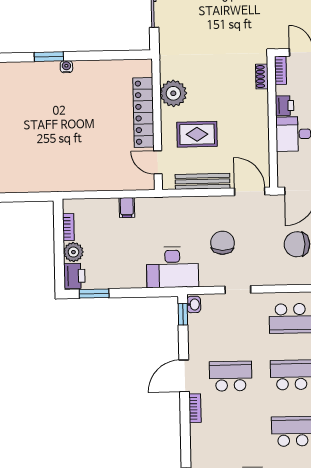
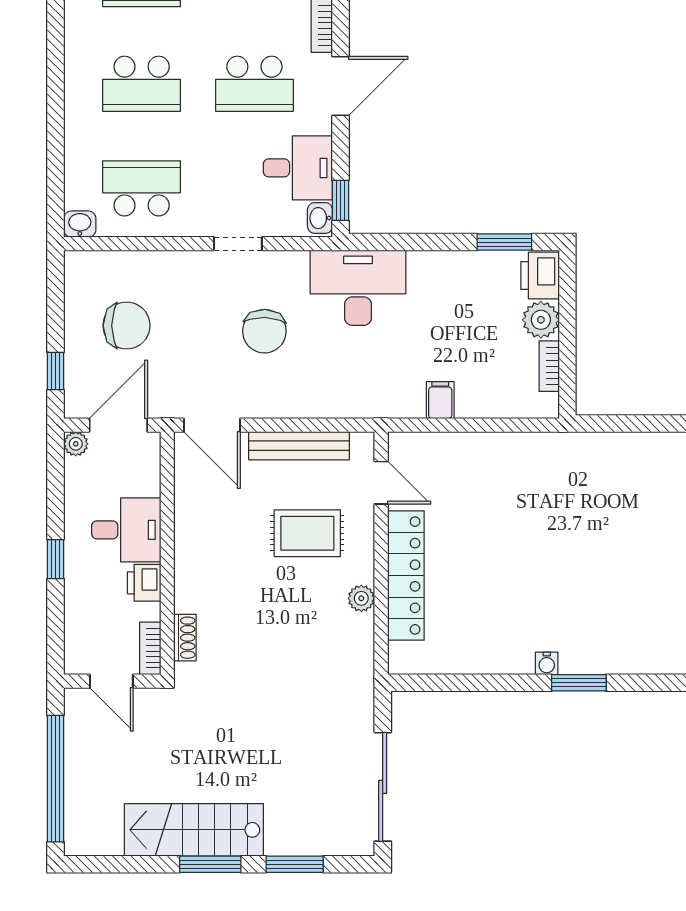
plant: (173, 93) -> (361, 598), width x0.53, depth x0.53
desk: (206, 331) -> (298, 168), added

